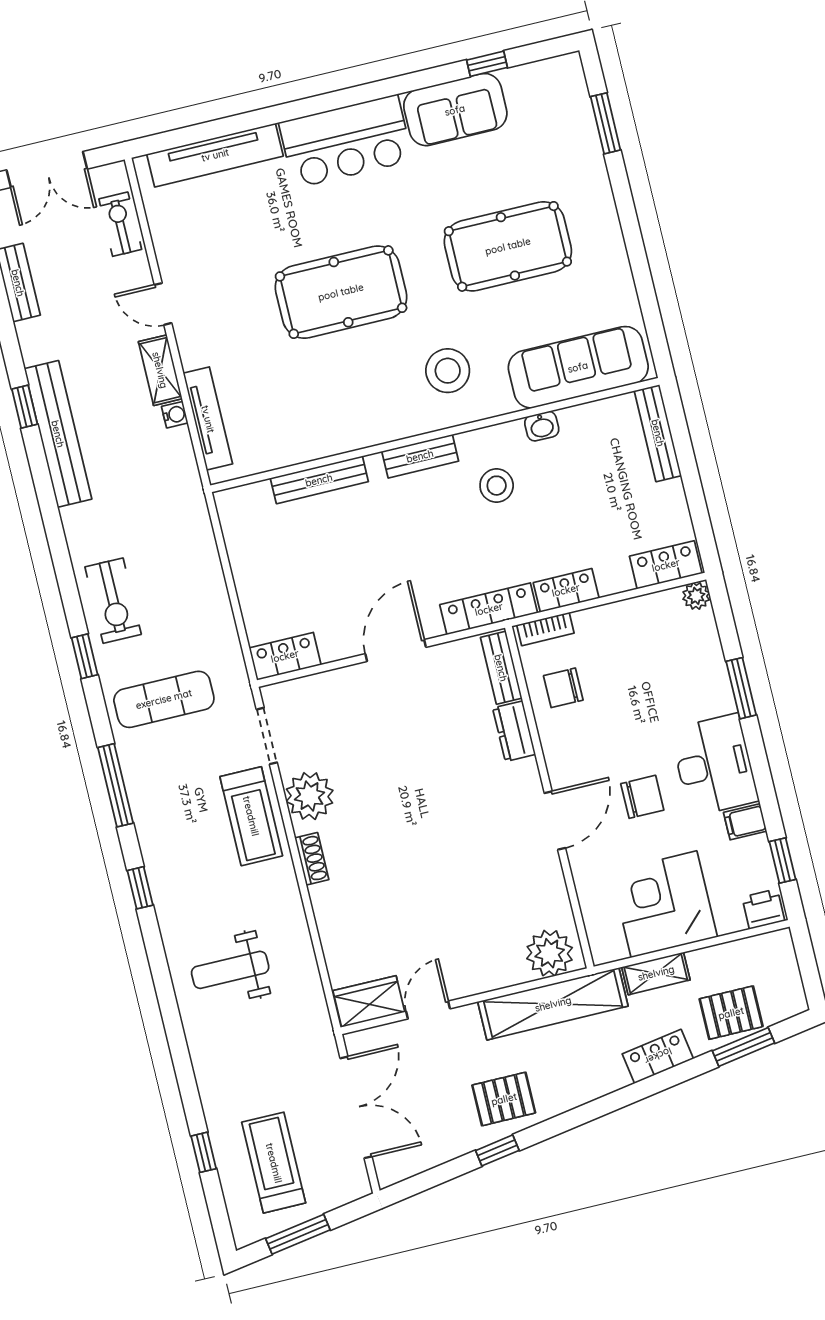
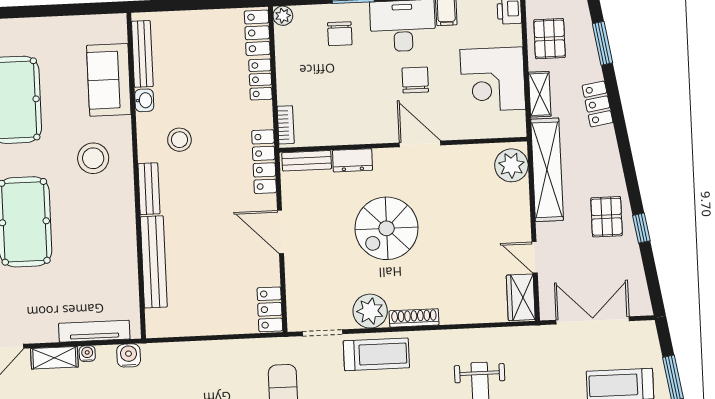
sofa: (578, 367) -> (109, 80), width x0.73
bench: (658, 433) -> (142, 54), moved, turned 90
water cooler: (183, 473) -> (129, 355), added
bench: (319, 480) -> (154, 262), width x1.37, depth x1.21
locker: (566, 590) -> (260, 80), moved
chair: (563, 688) -> (340, 34), moved
spiral stairs: (429, 797) -> (387, 228), added
shoe rack: (312, 859) -> (414, 318), width x1.43
pallet: (731, 1013) -> (550, 39), moved

